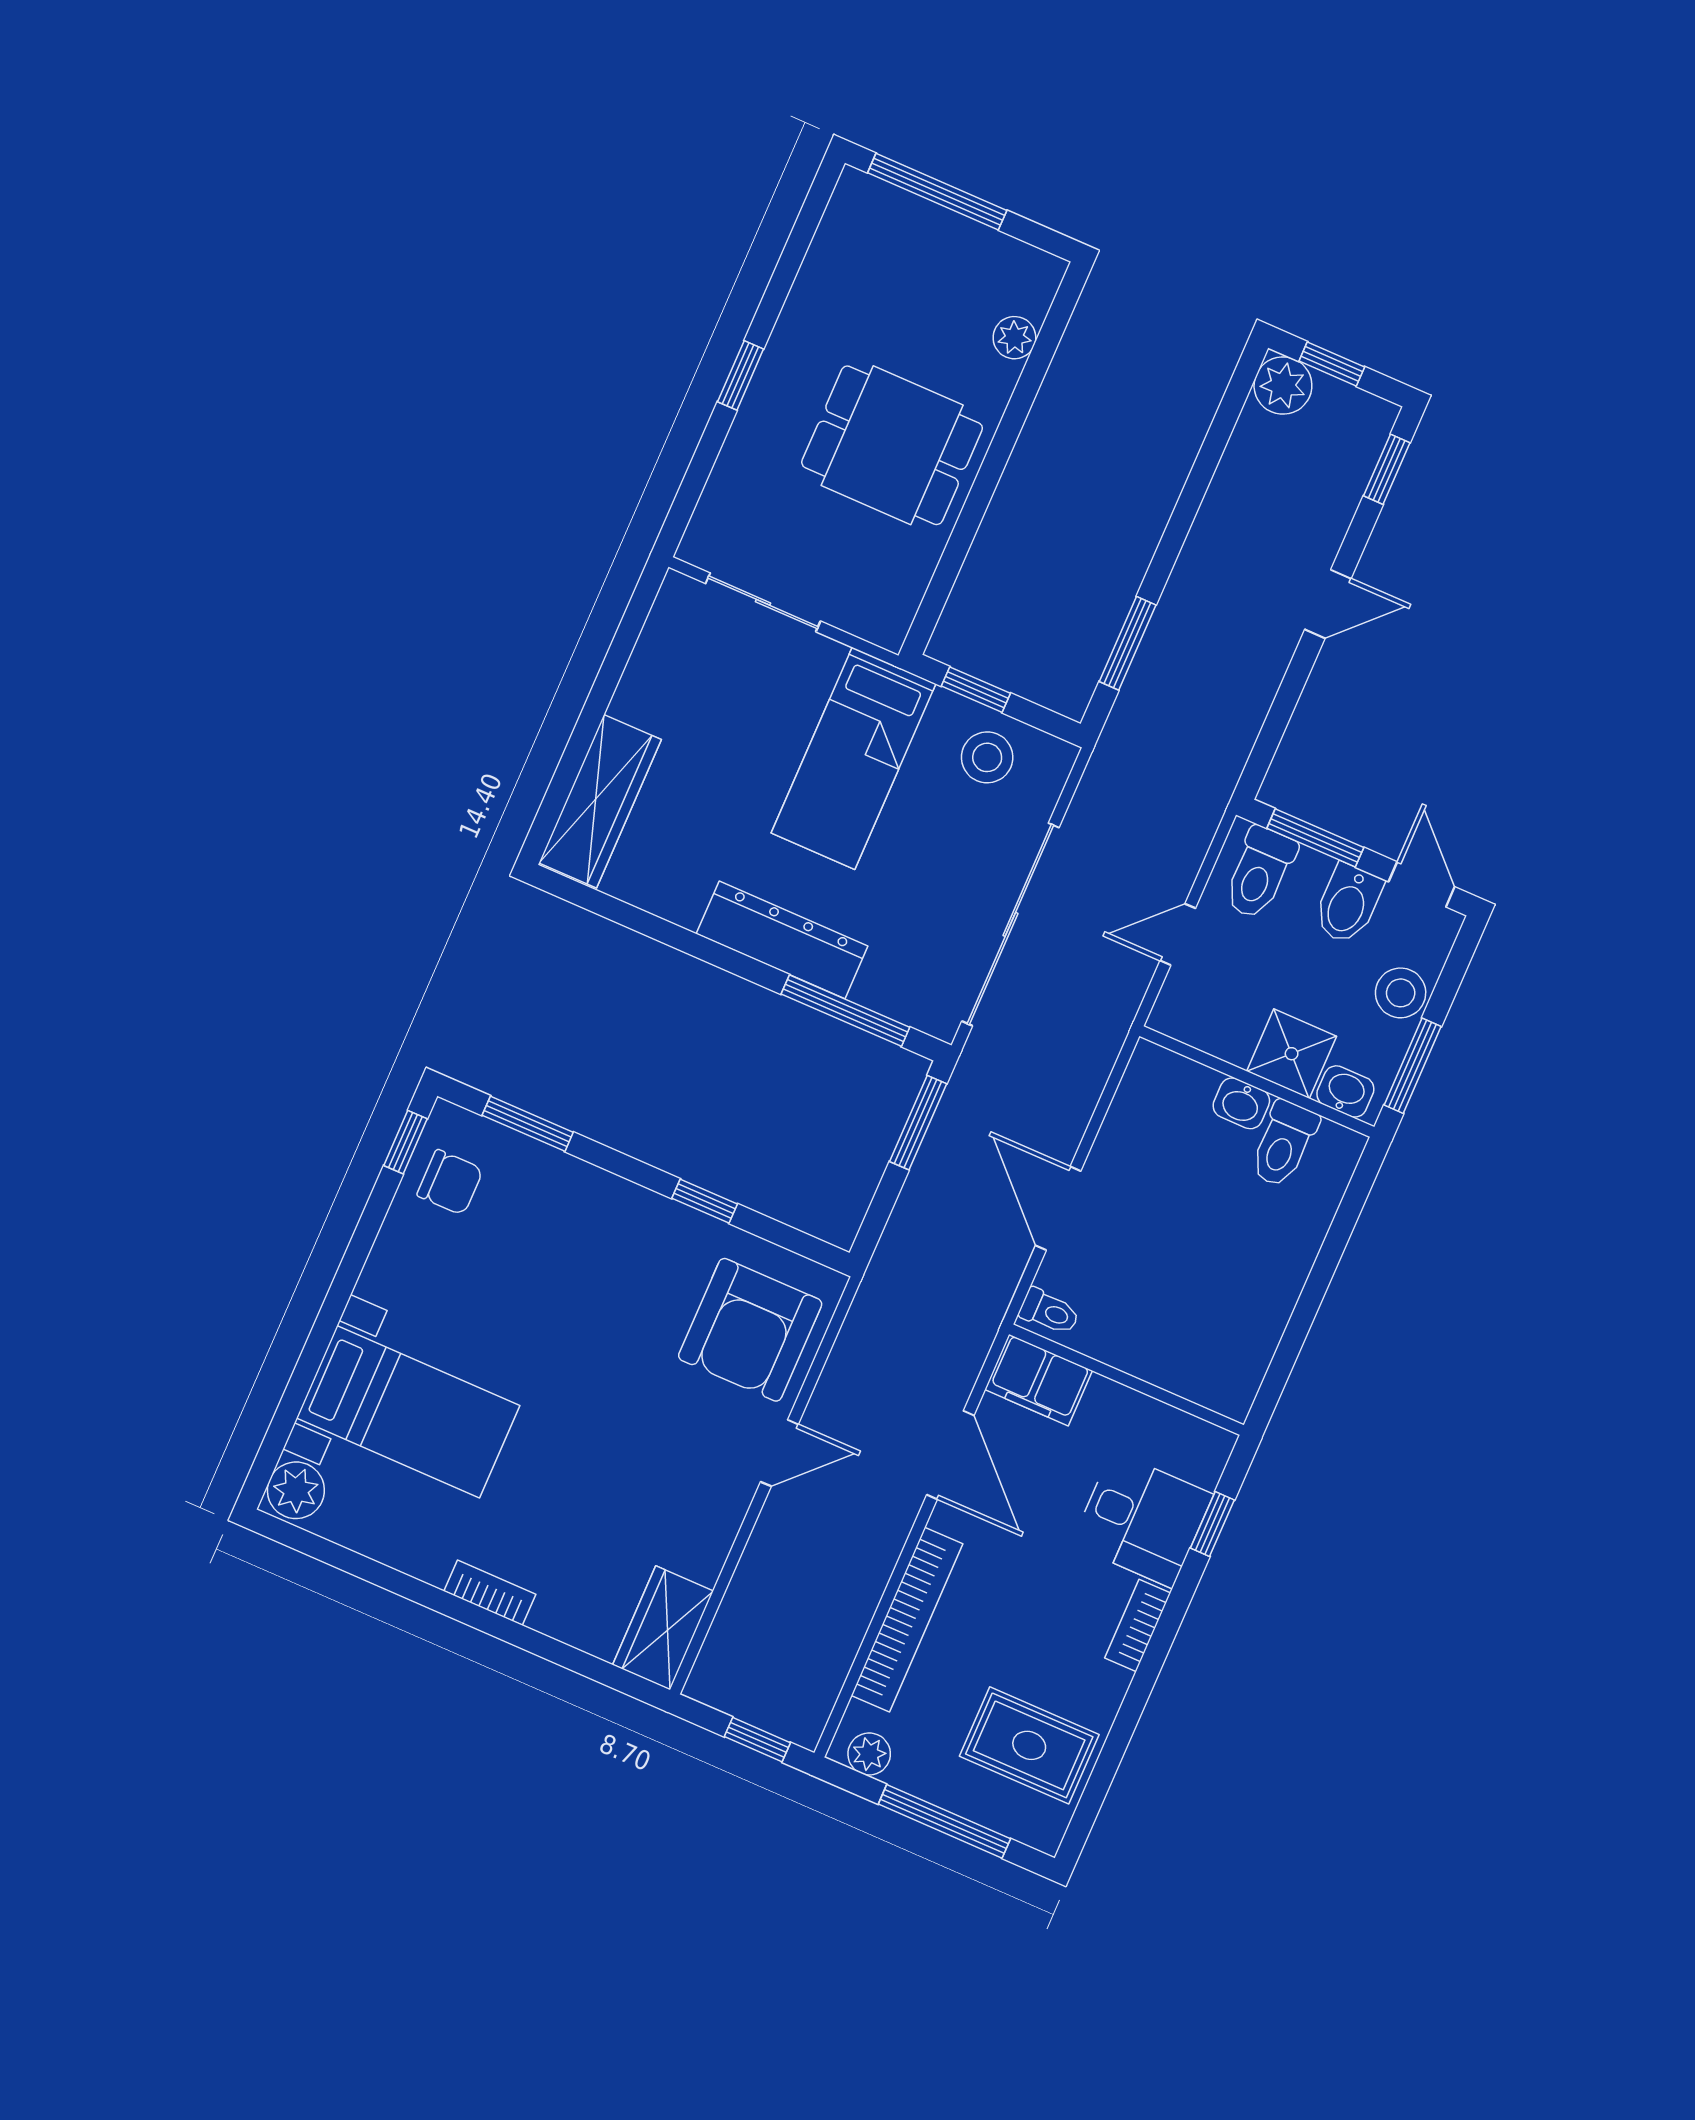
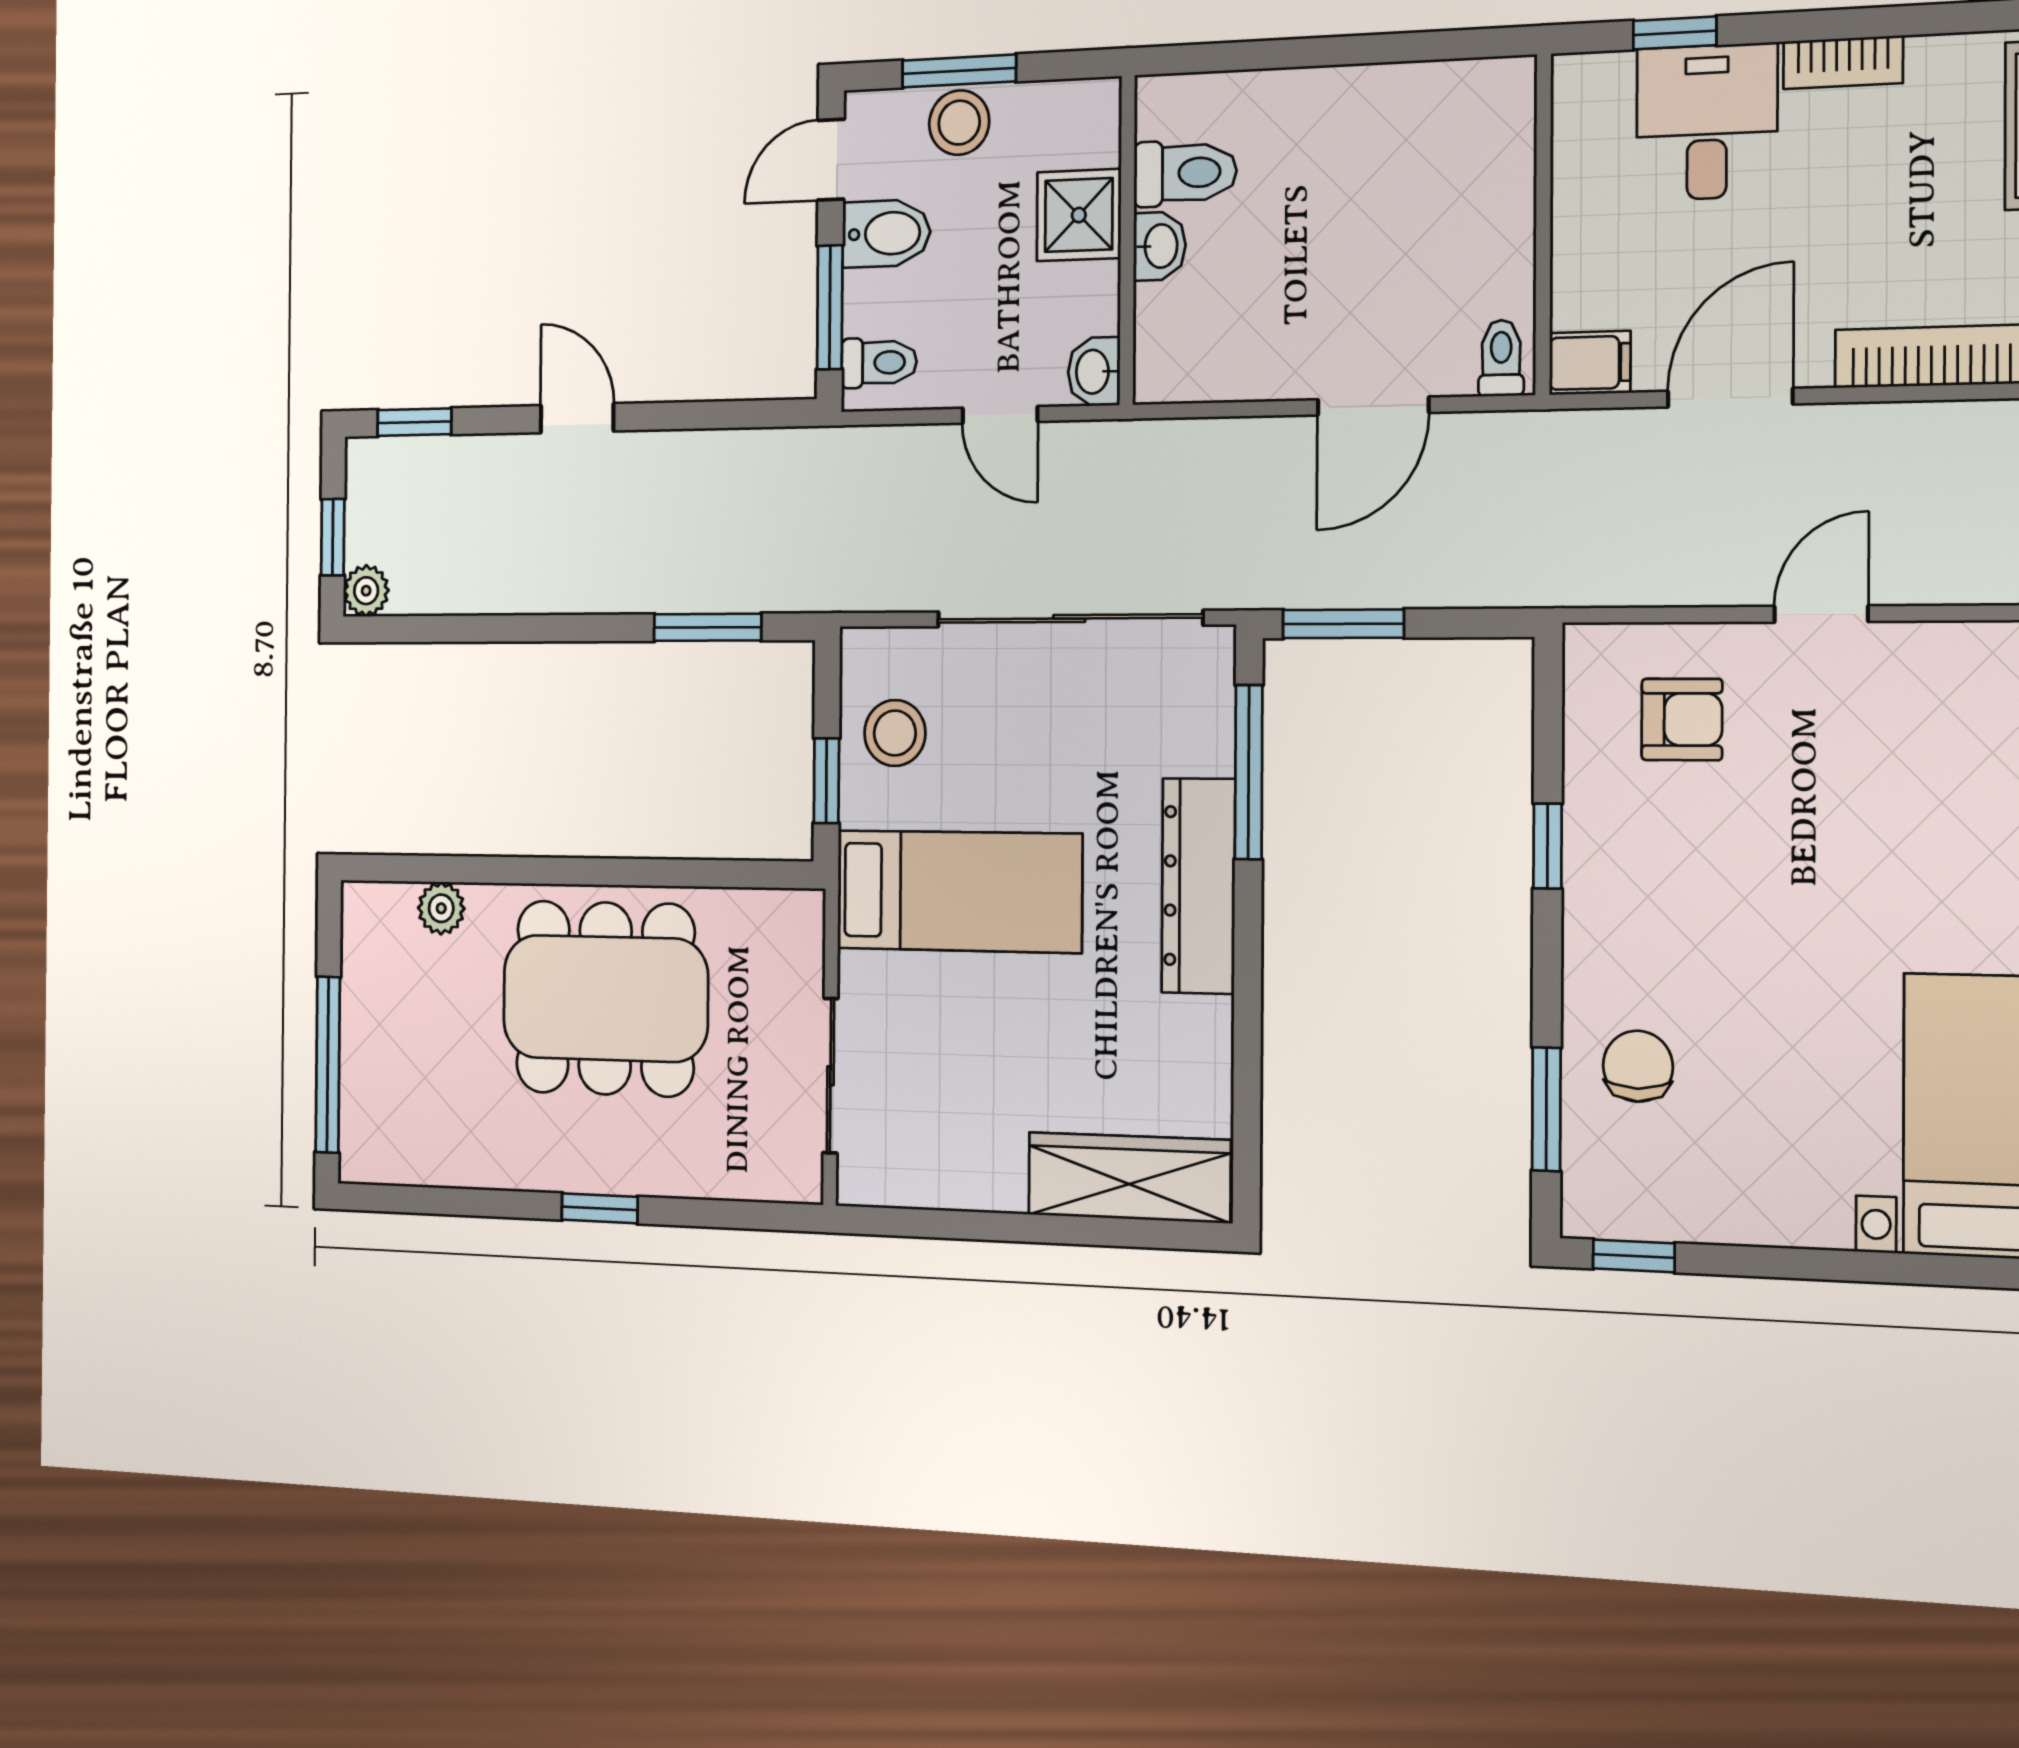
plant: (1283, 386) -> (366, 591), width x0.73, depth x0.73
dining table: (892, 445) -> (605, 998), width x1.38
toilet: (1260, 873) -> (879, 363), width x0.73, depth x0.72
window: (1413, 1066) -> (959, 71), moved
washbasin: (1345, 1091) -> (1094, 372), moved
chair: (450, 1182) -> (1638, 1066), moved
armchair: (750, 1330) -> (1682, 719), width x0.53, depth x0.53
filing cabinet: (1039, 1380) -> (1590, 363), width x0.50
door: (779, 1453) -> (1821, 614), hinge flipped

